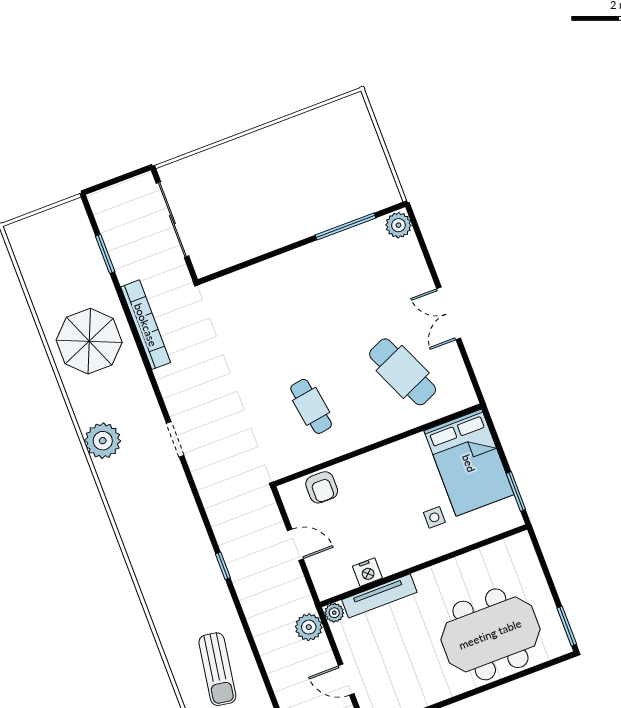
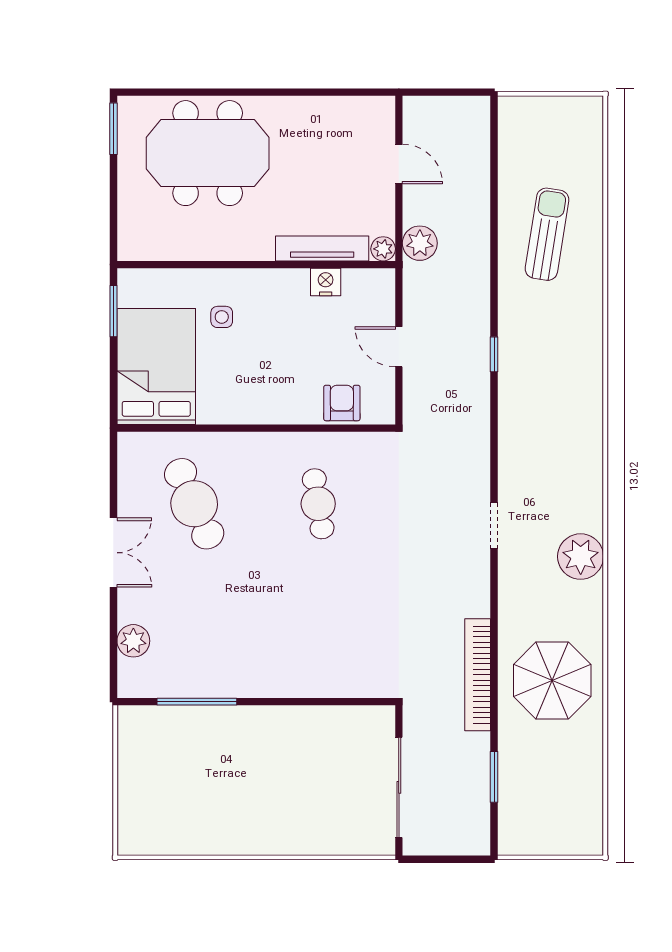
plant: (398, 225) -> (133, 641), moved

